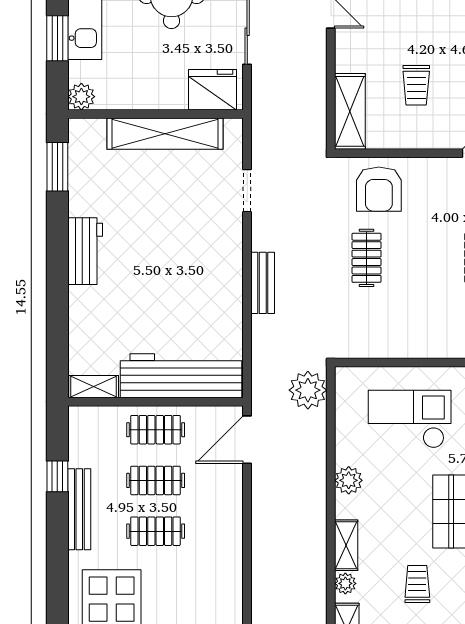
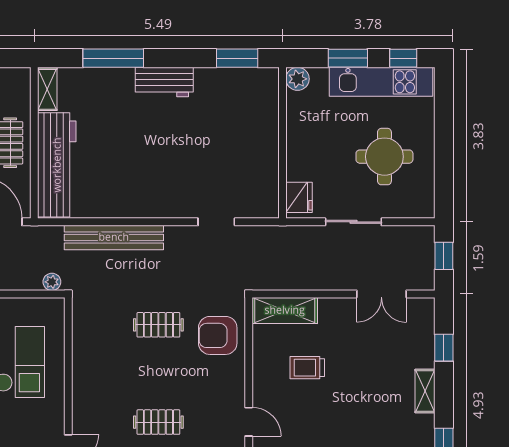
fridge: (213, 90) -> (299, 197), width x0.73, depth x0.75
shelving: (165, 134) -> (266, 151), removed
bench: (263, 283) -> (114, 237), width x1.86, depth x1.21
window: (57, 310) -> (113, 58), added
plant: (308, 390) -> (52, 282), width x0.53, depth x0.53

